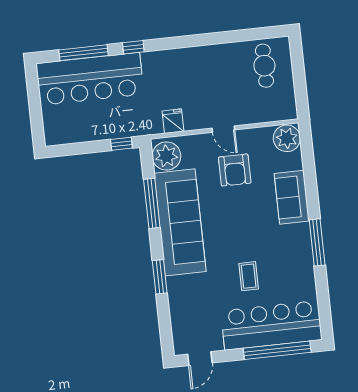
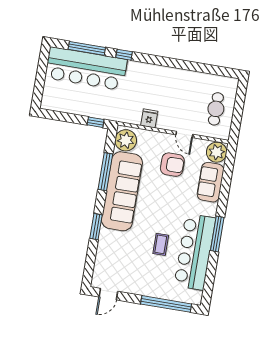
cafe table: (264, 66) -> (216, 109), moved
fridge: (173, 121) -> (149, 118), moved
door: (223, 129) -> (184, 134), moved
armchair: (235, 170) -> (172, 165), turned -90
sofa: (292, 197) -> (210, 182), moved
bar counter: (271, 325) -> (195, 252), moved, turned -90

